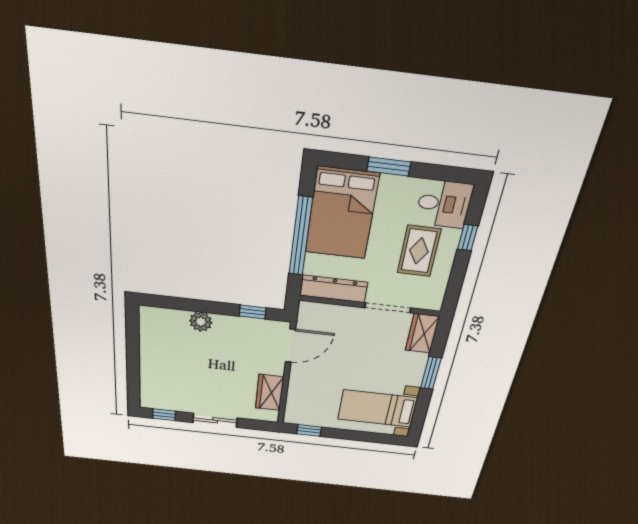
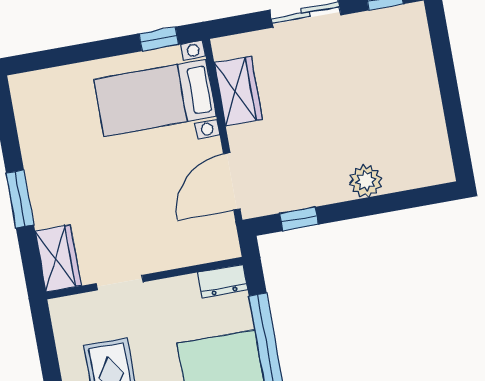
dresser: (334, 289) -> (223, 281), width x0.51, depth x0.80
doorway: (388, 308) -> (120, 283), width x0.73
bed with nightstands: (377, 409) -> (155, 98), moved, turned 180

